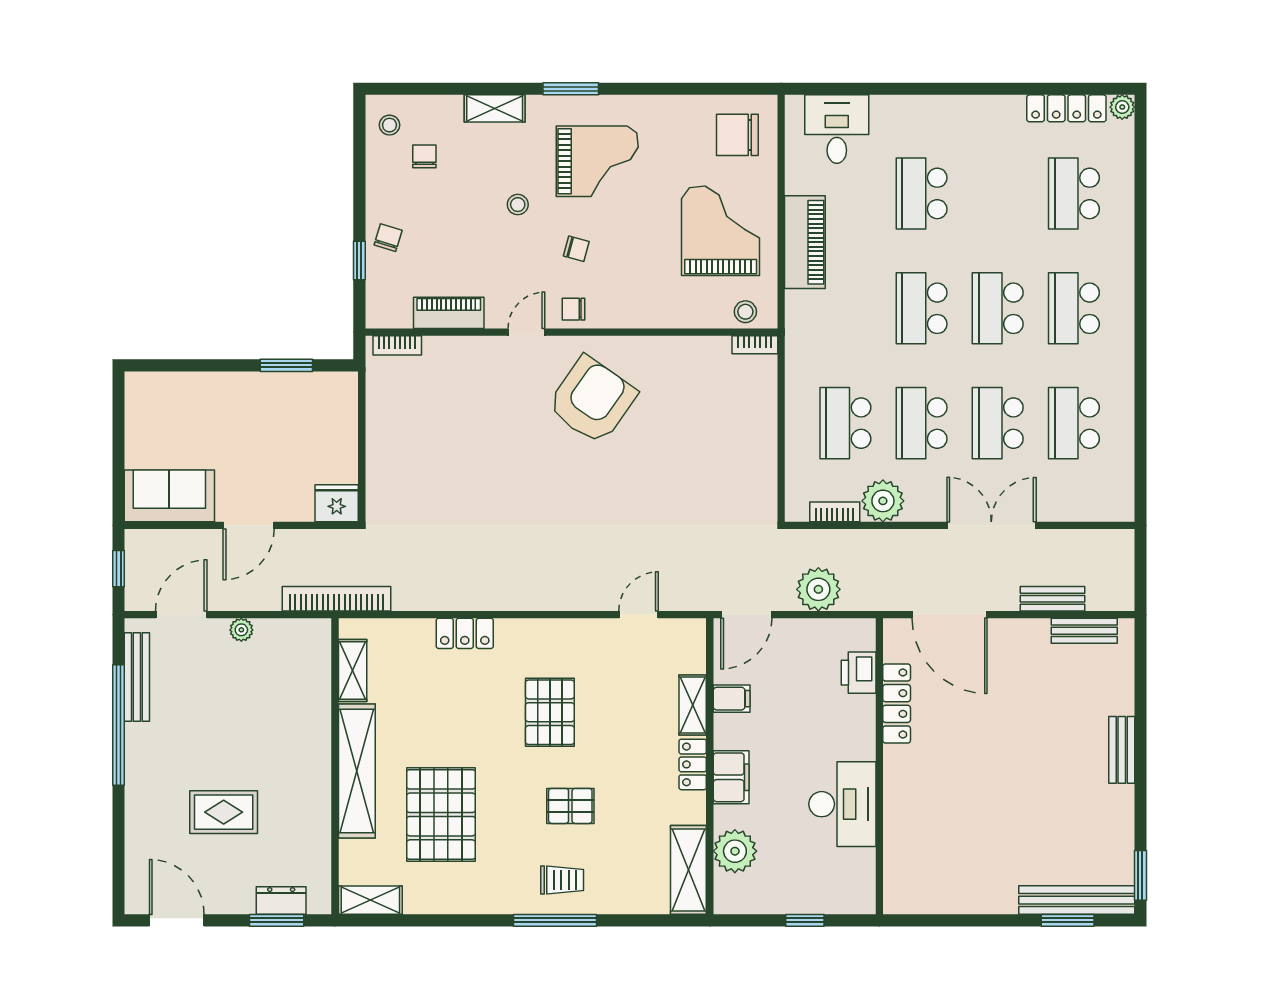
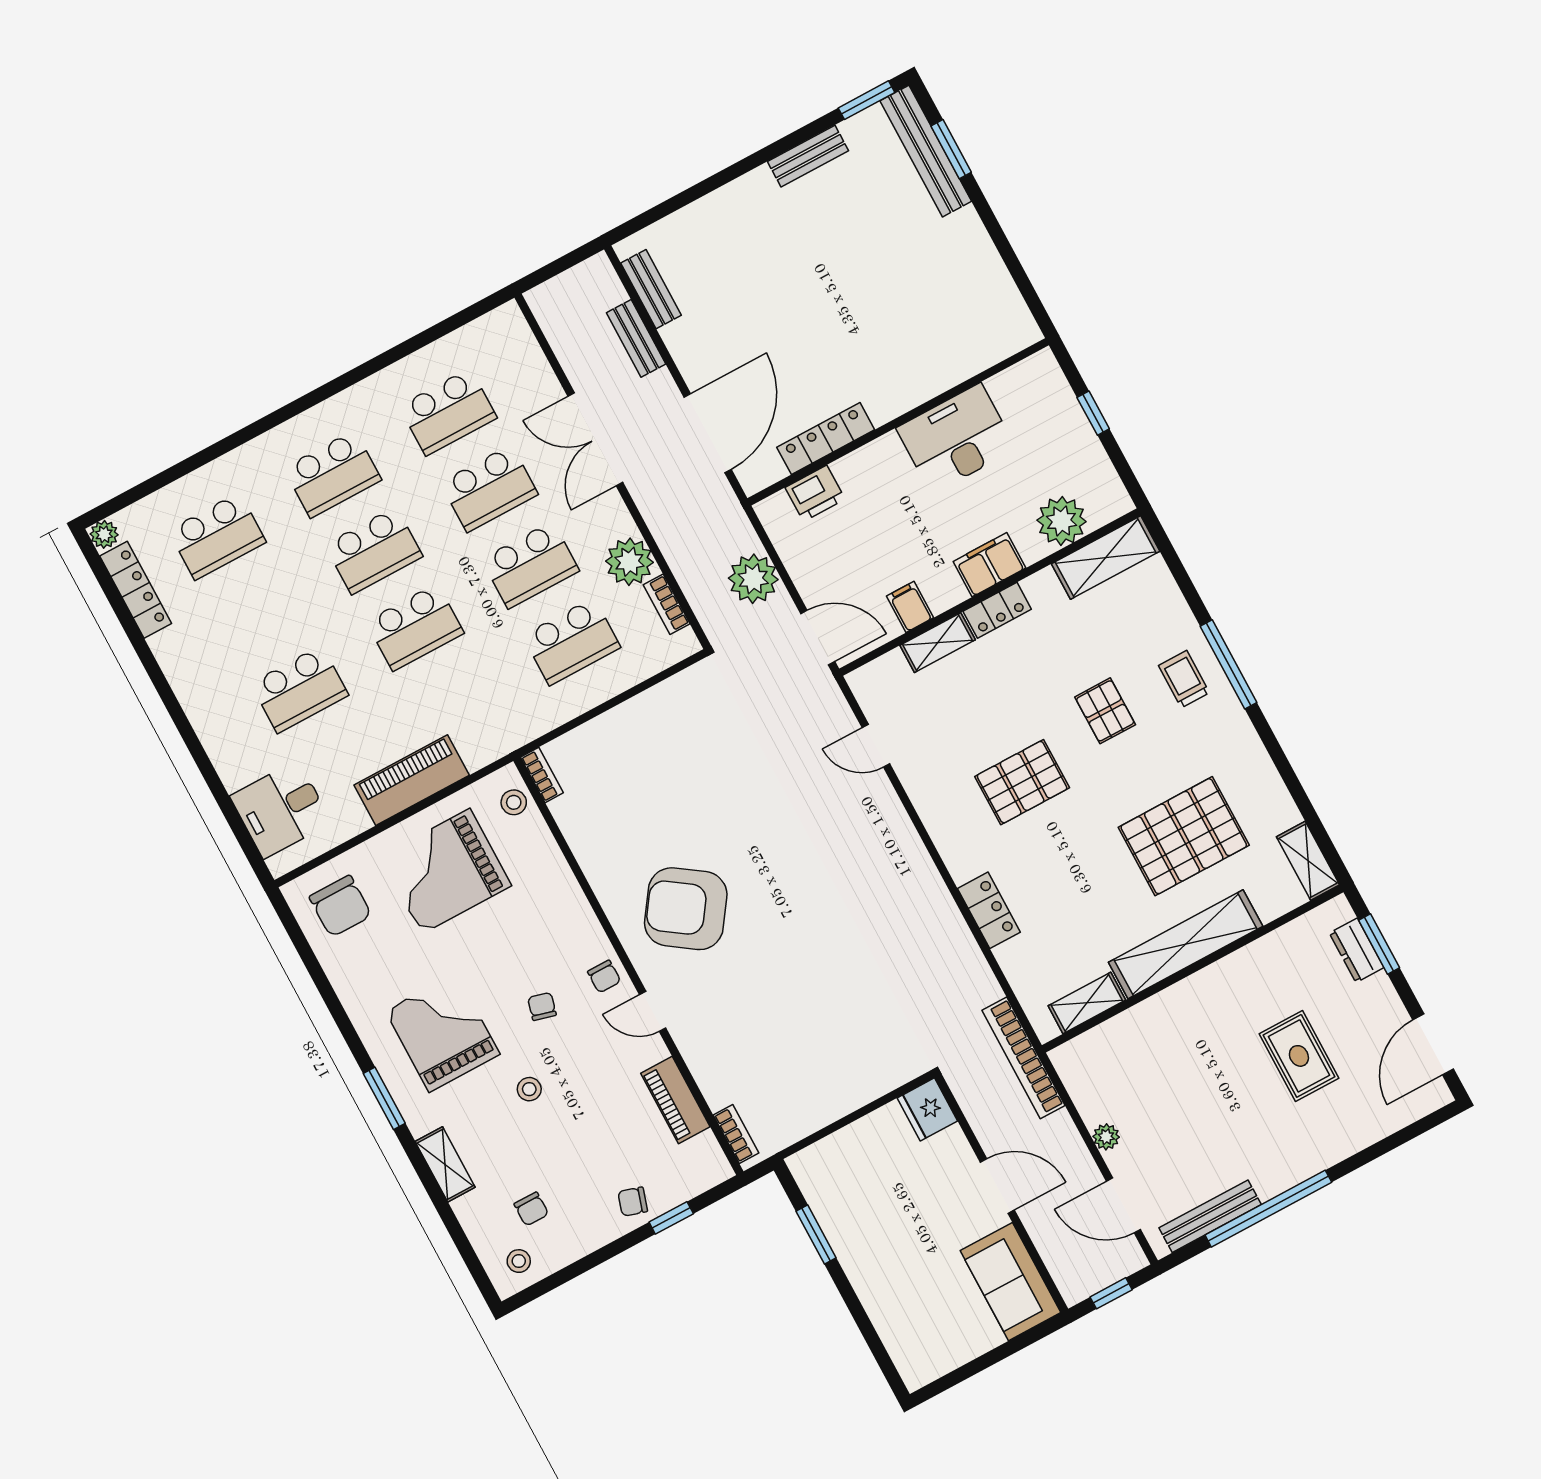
chair: (424, 156) -> (531, 1209), turned -90
bench: (1122, 750) -> (808, 156), moved

